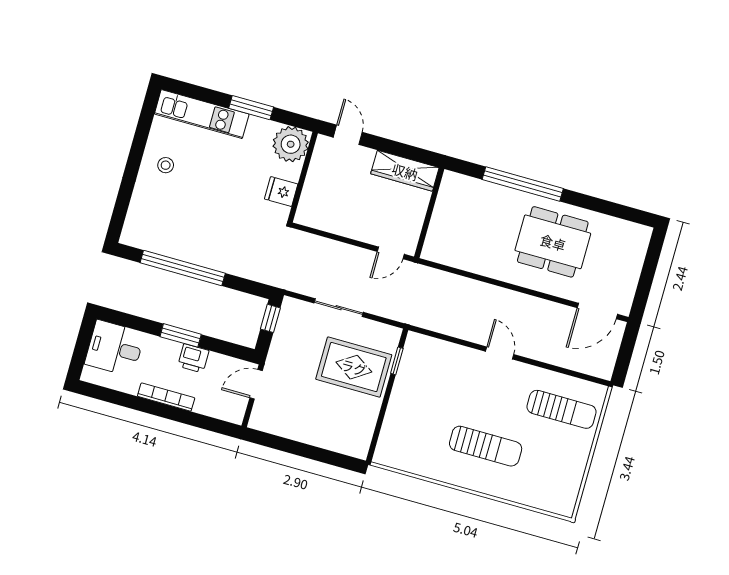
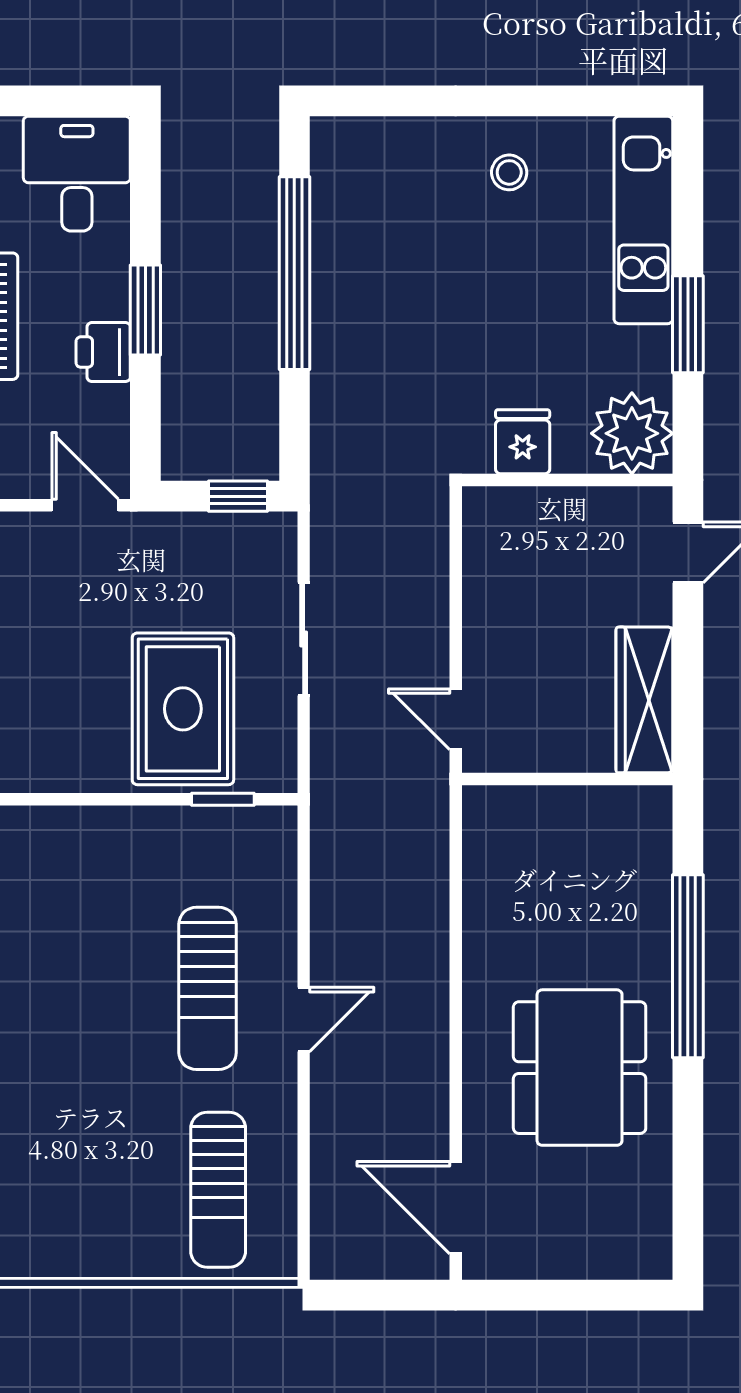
sun lounger: (486, 446) -> (208, 988), moved

